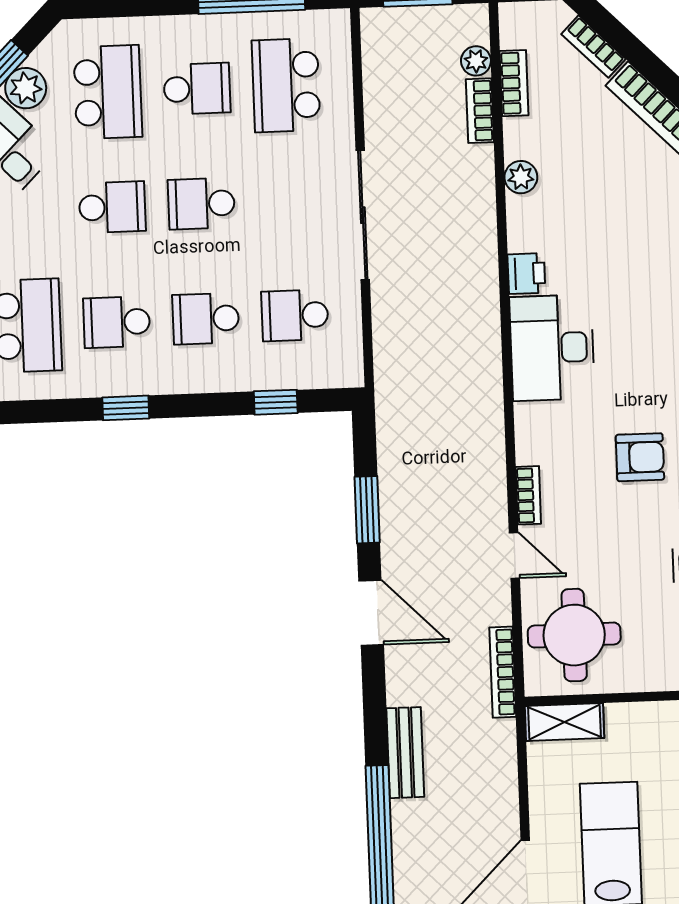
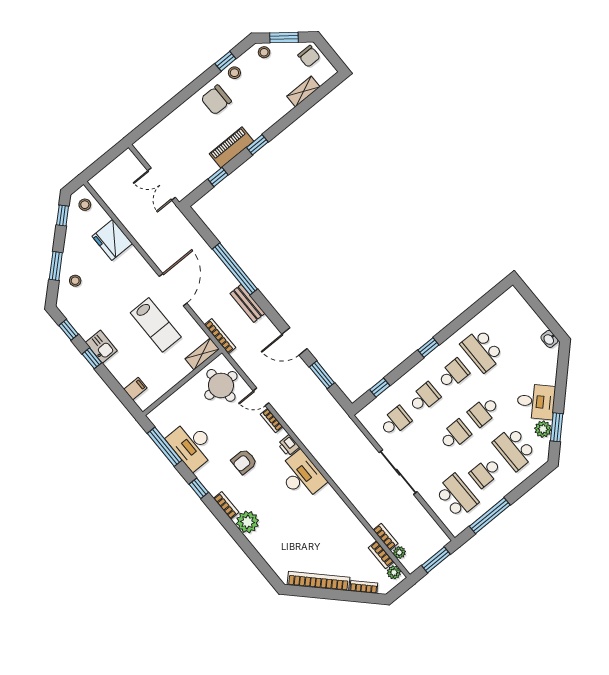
plant: (521, 177) -> (394, 572), moved
printer: (526, 274) -> (289, 445), moved
bookcase: (503, 672) -> (220, 336), moved

